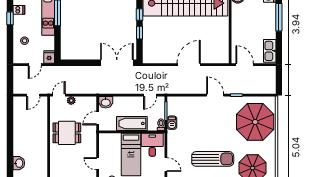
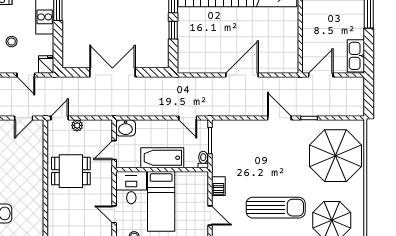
double door: (117, 63) -> (112, 72), moved
door: (35, 65) -> (26, 75), hinge flipped
door: (245, 65) -> (321, 75), hinge flipped
door: (150, 95) -> (188, 118), hinge flipped
barbecue: (172, 123) -> (218, 186), moved
desk: (152, 145) -> (131, 188), moved

